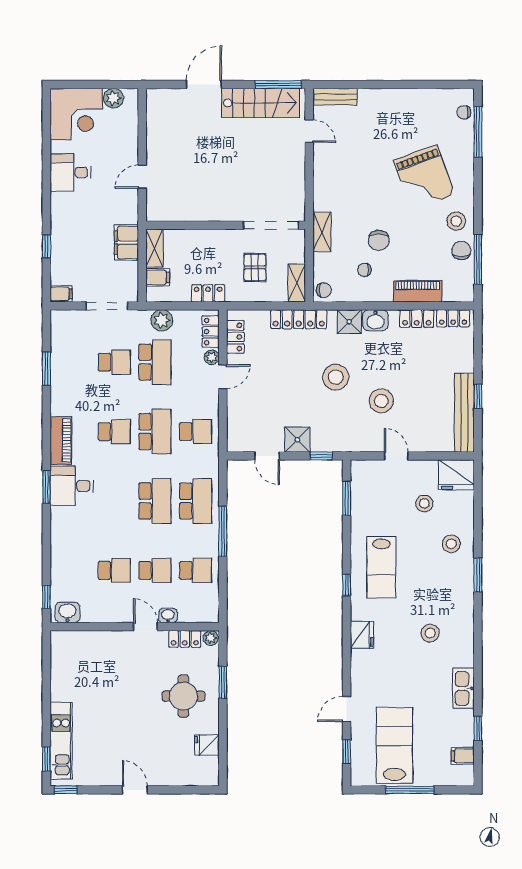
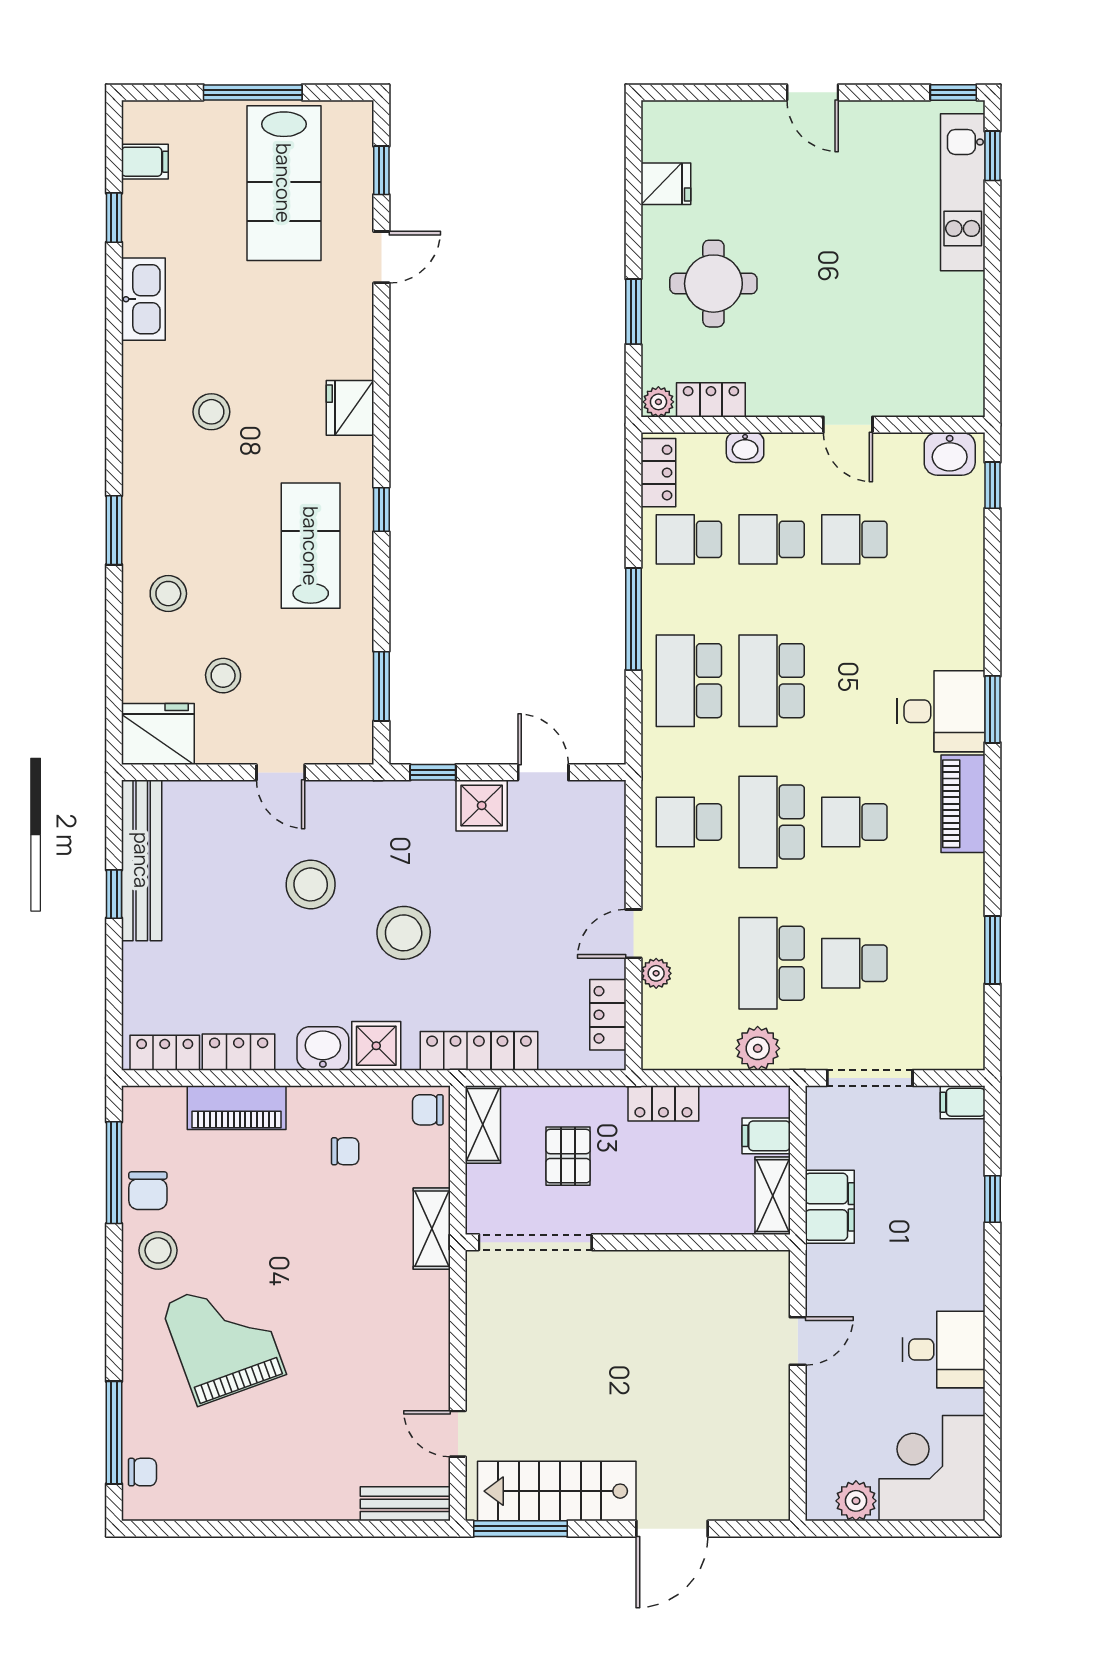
chair: (379, 241) -> (316, 1211), removed
locker: (211, 332) -> (658, 473), moved
door: (146, 627) -> (848, 425), moved

